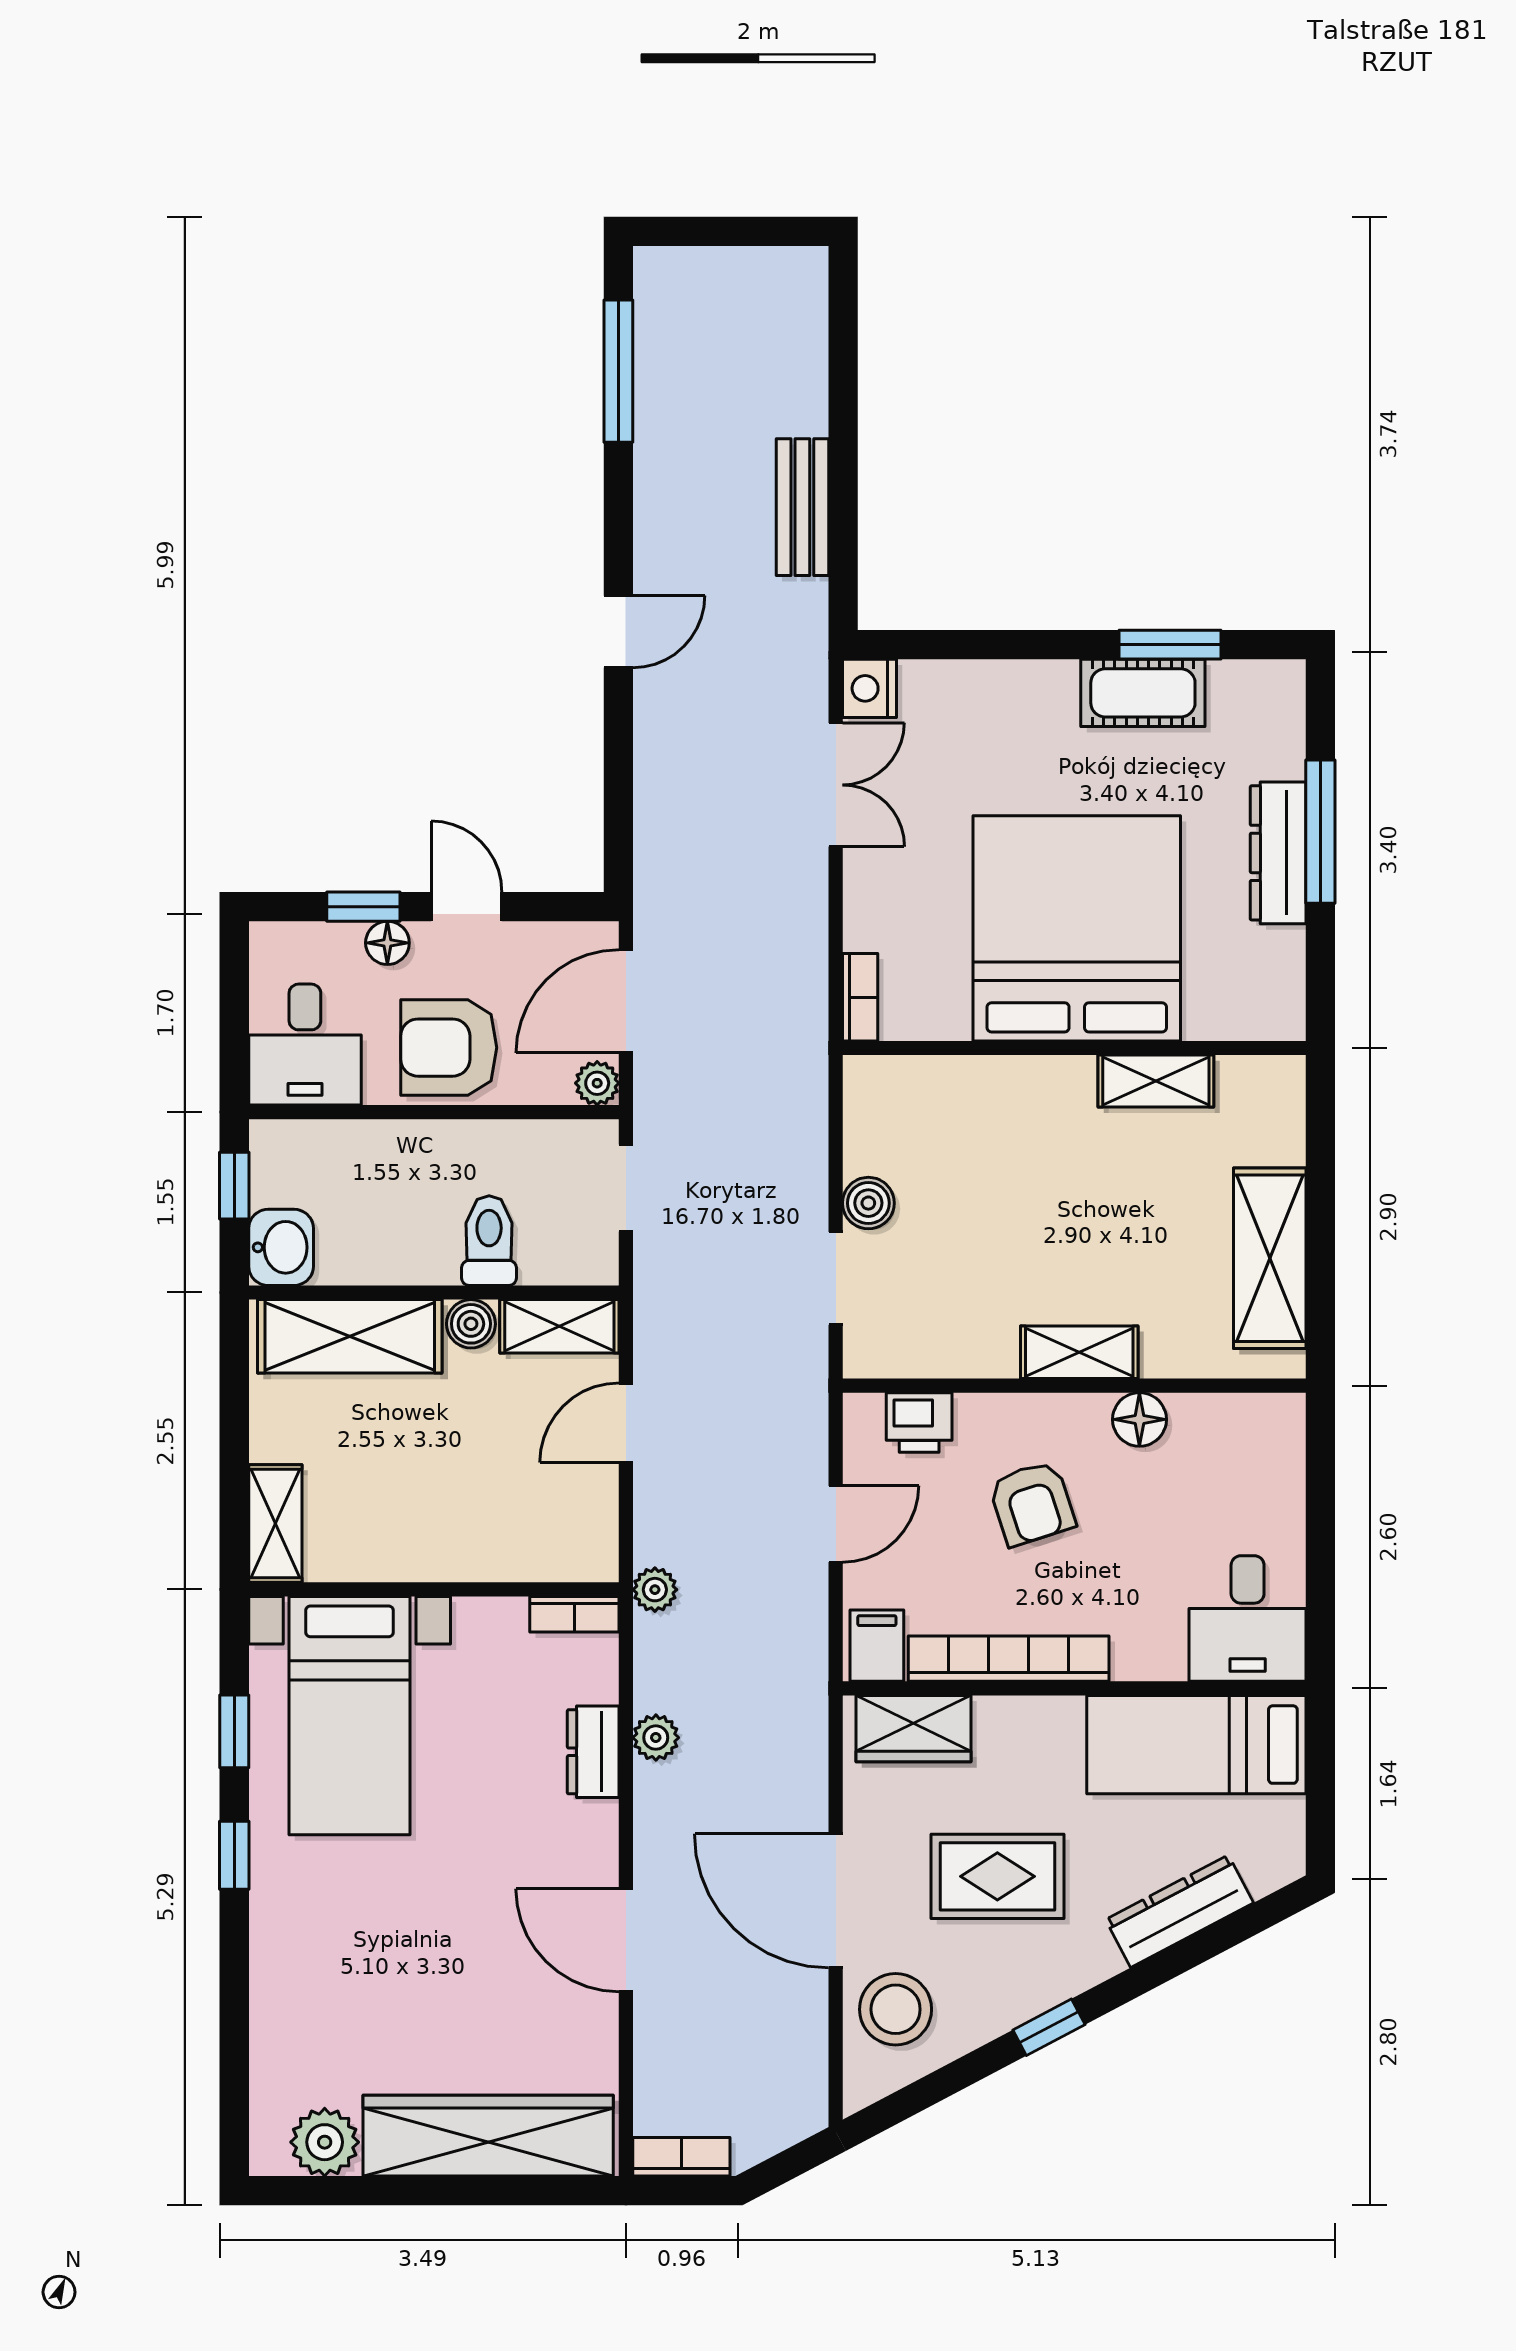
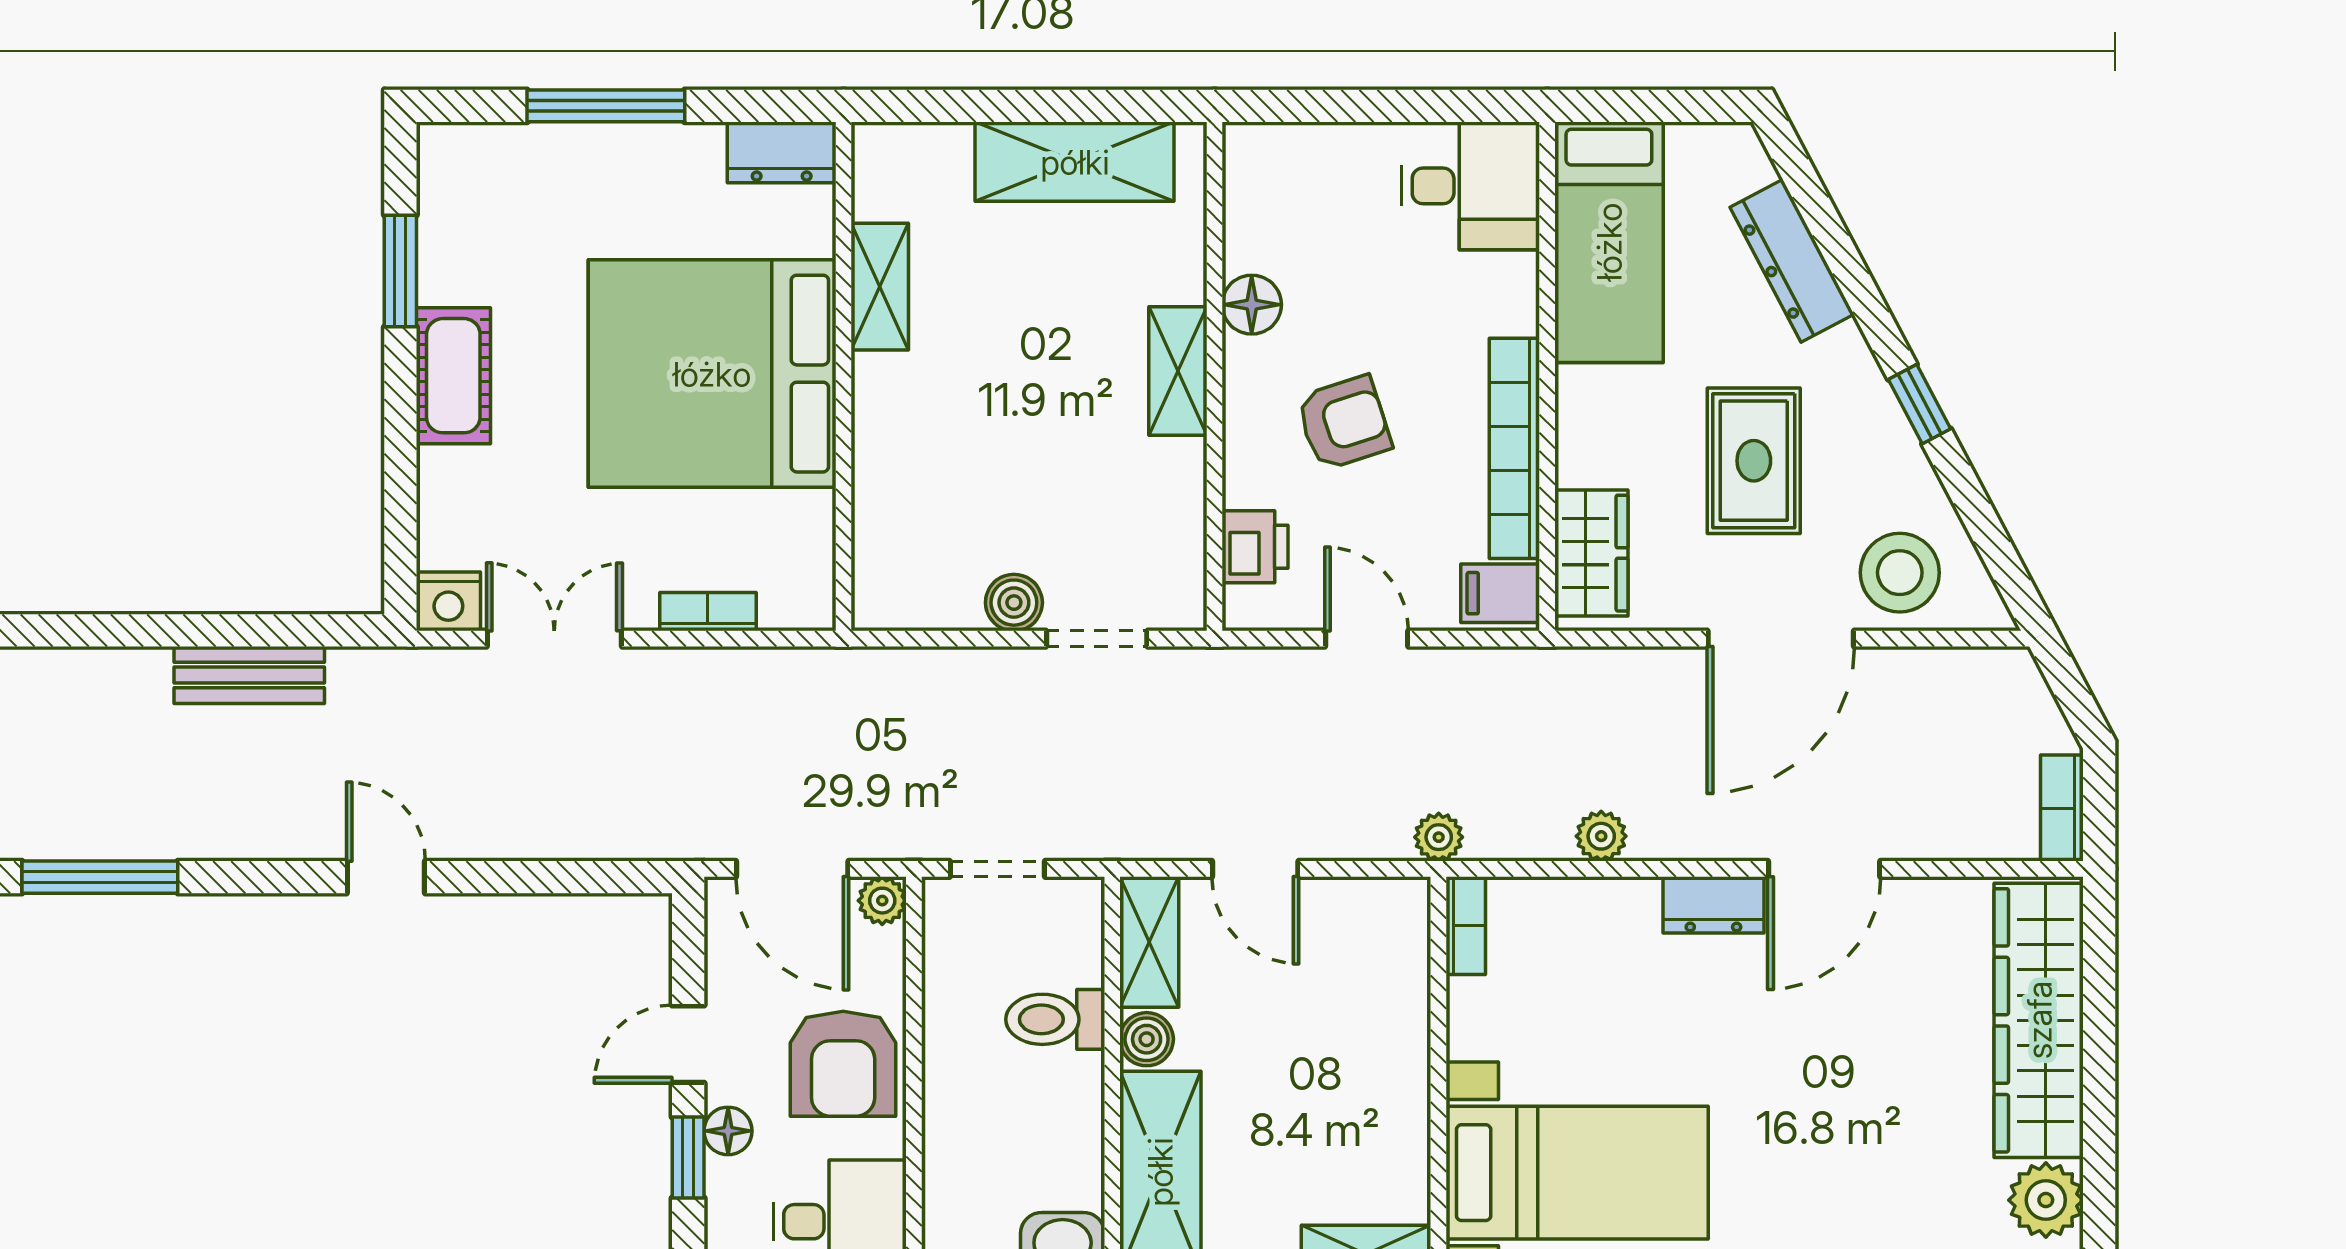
cot: (1143, 693) -> (453, 376), moved
dresser: (1278, 853) -> (782, 152), moved, width x0.70
bookcase: (860, 997) -> (708, 612), moved
dresser: (593, 1752) -> (1713, 905), moved

